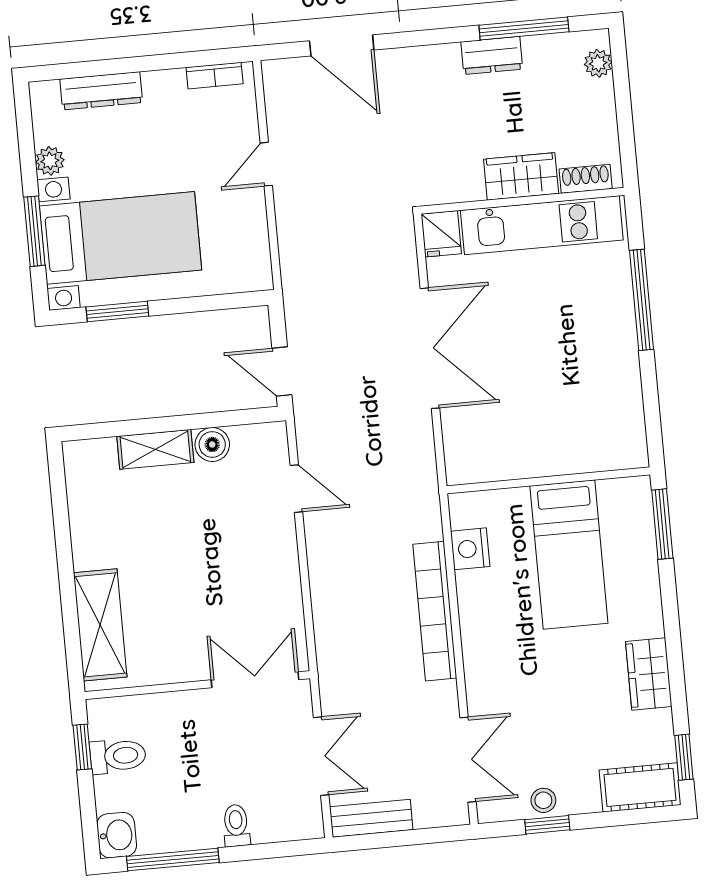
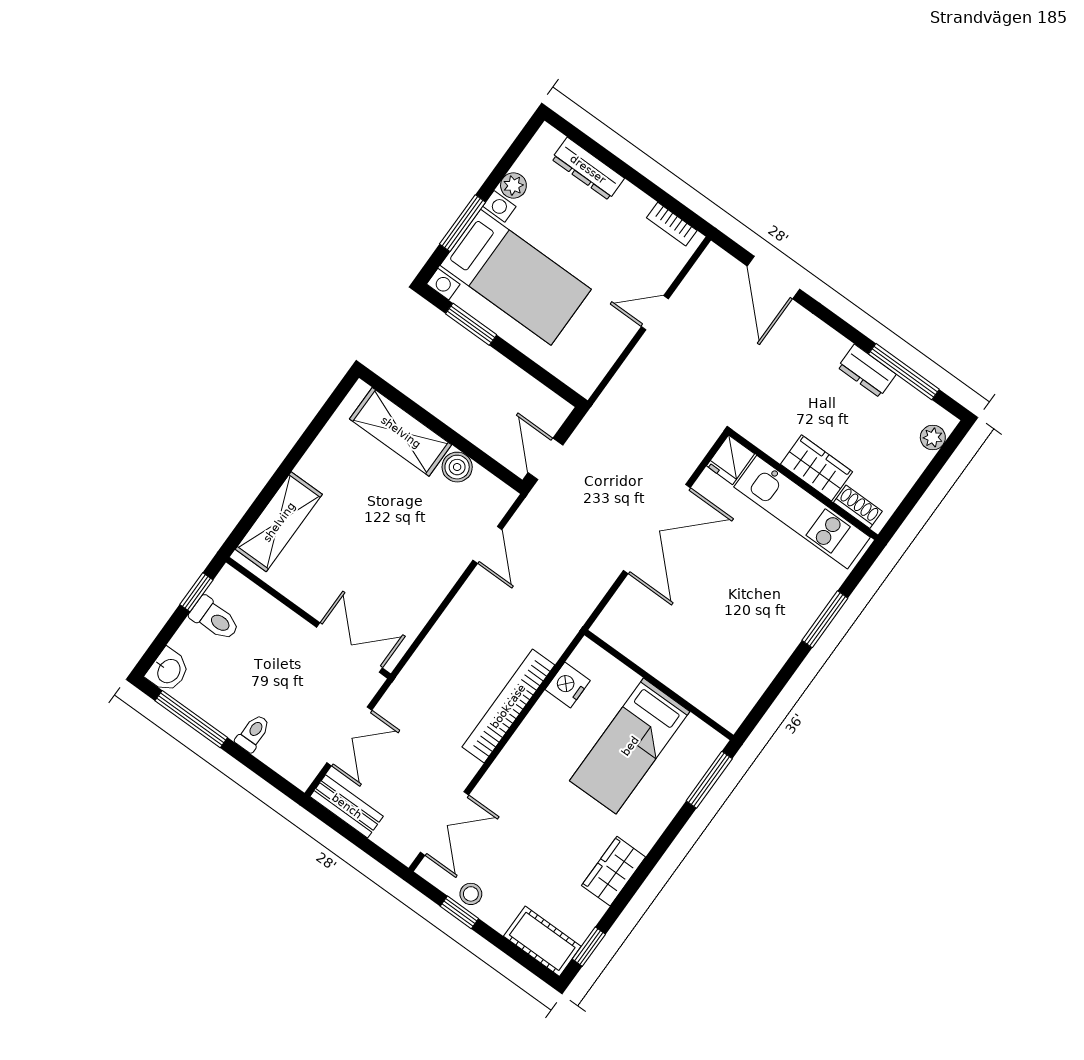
window: (641, 300) -> (825, 619), width x0.69
shelving: (155, 449) -> (401, 432), width x1.50, depth x1.33

